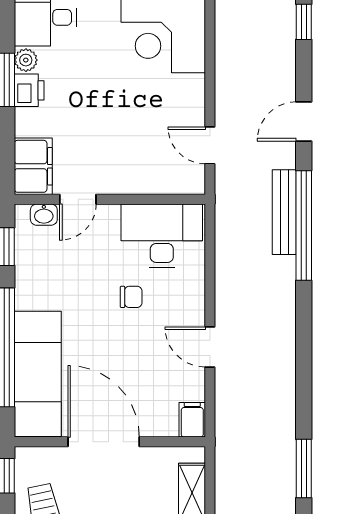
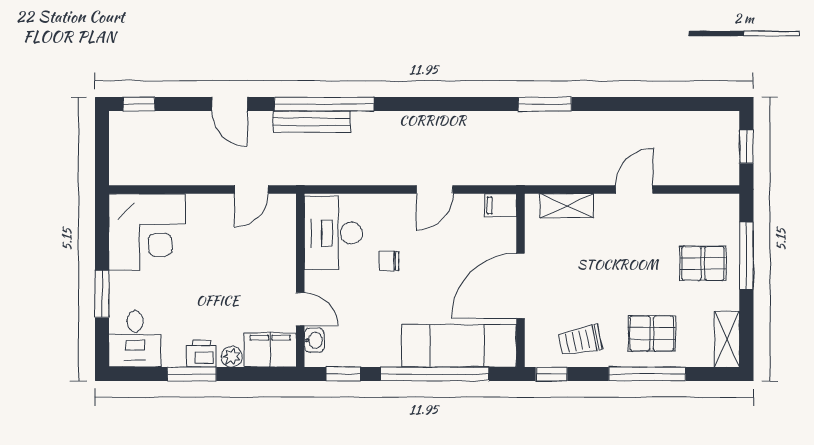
plant: (26, 60) -> (232, 357), moved
chair: (131, 297) -> (389, 261), turned -90

